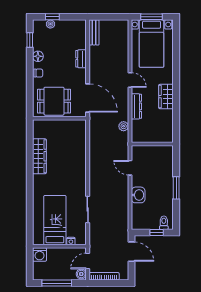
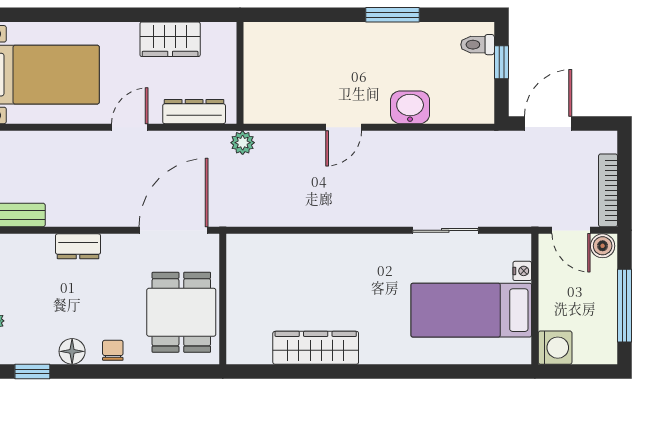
wall: (152, 144) -> (240, 73), moved

